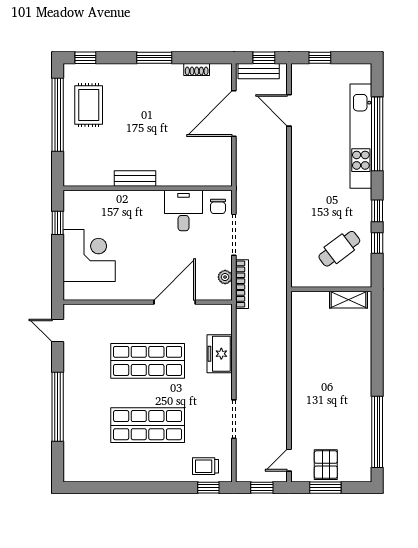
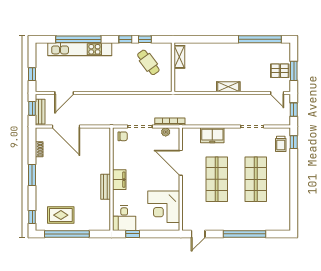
filing cabinet: (147, 201) -> (119, 180), added
desk: (183, 210) -> (124, 218), moved, turned -90
corner desk: (89, 255) -> (164, 207), moved, turned -90
shelving: (299, 380) -> (228, 87), added

